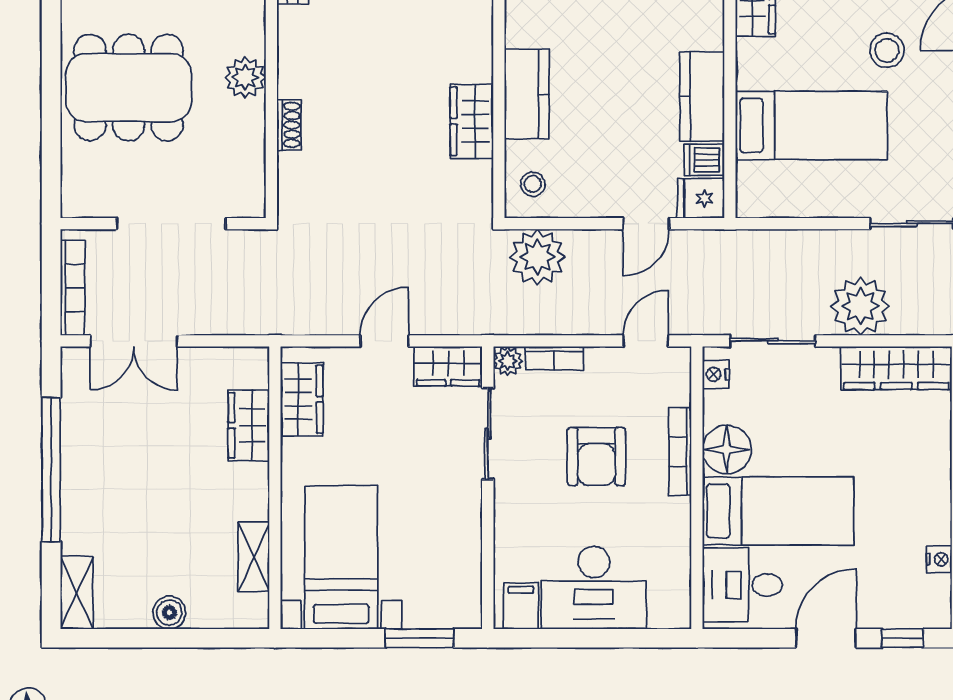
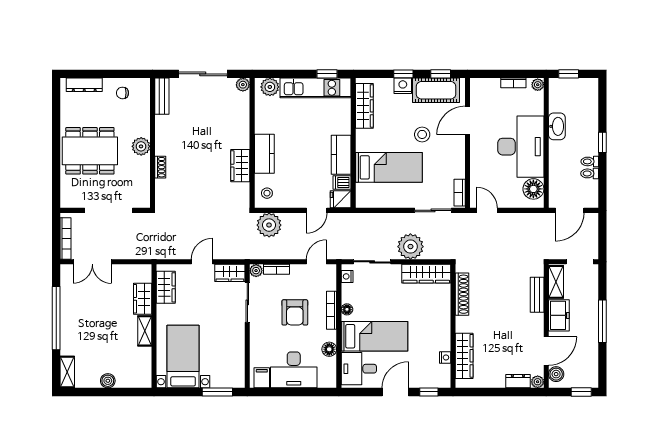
floor lamp: (727, 450) -> (347, 309), width x0.53, depth x0.53
floor lamp: (675, 541) -> (329, 349), added
shelving: (254, 557) -> (145, 331), moved

